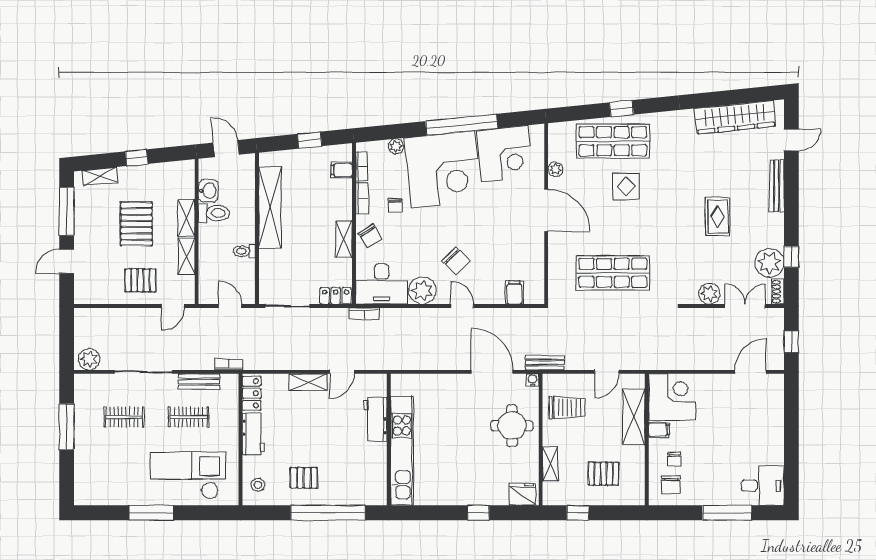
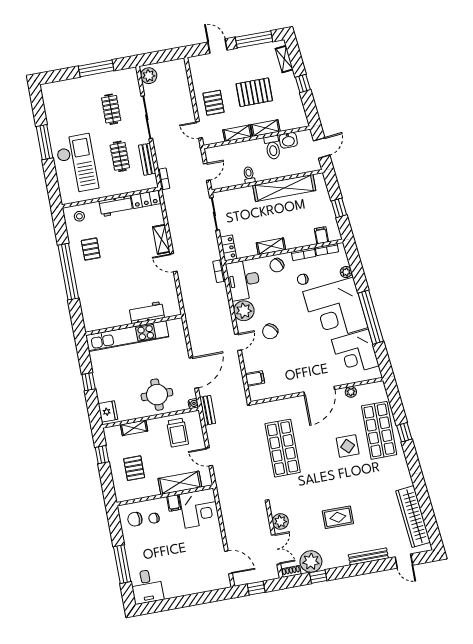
workbench: (376, 419) -> (147, 313), moved
wall: (389, 440) -> (134, 325), moved
kitchen unit: (402, 451) -> (127, 336), moved

